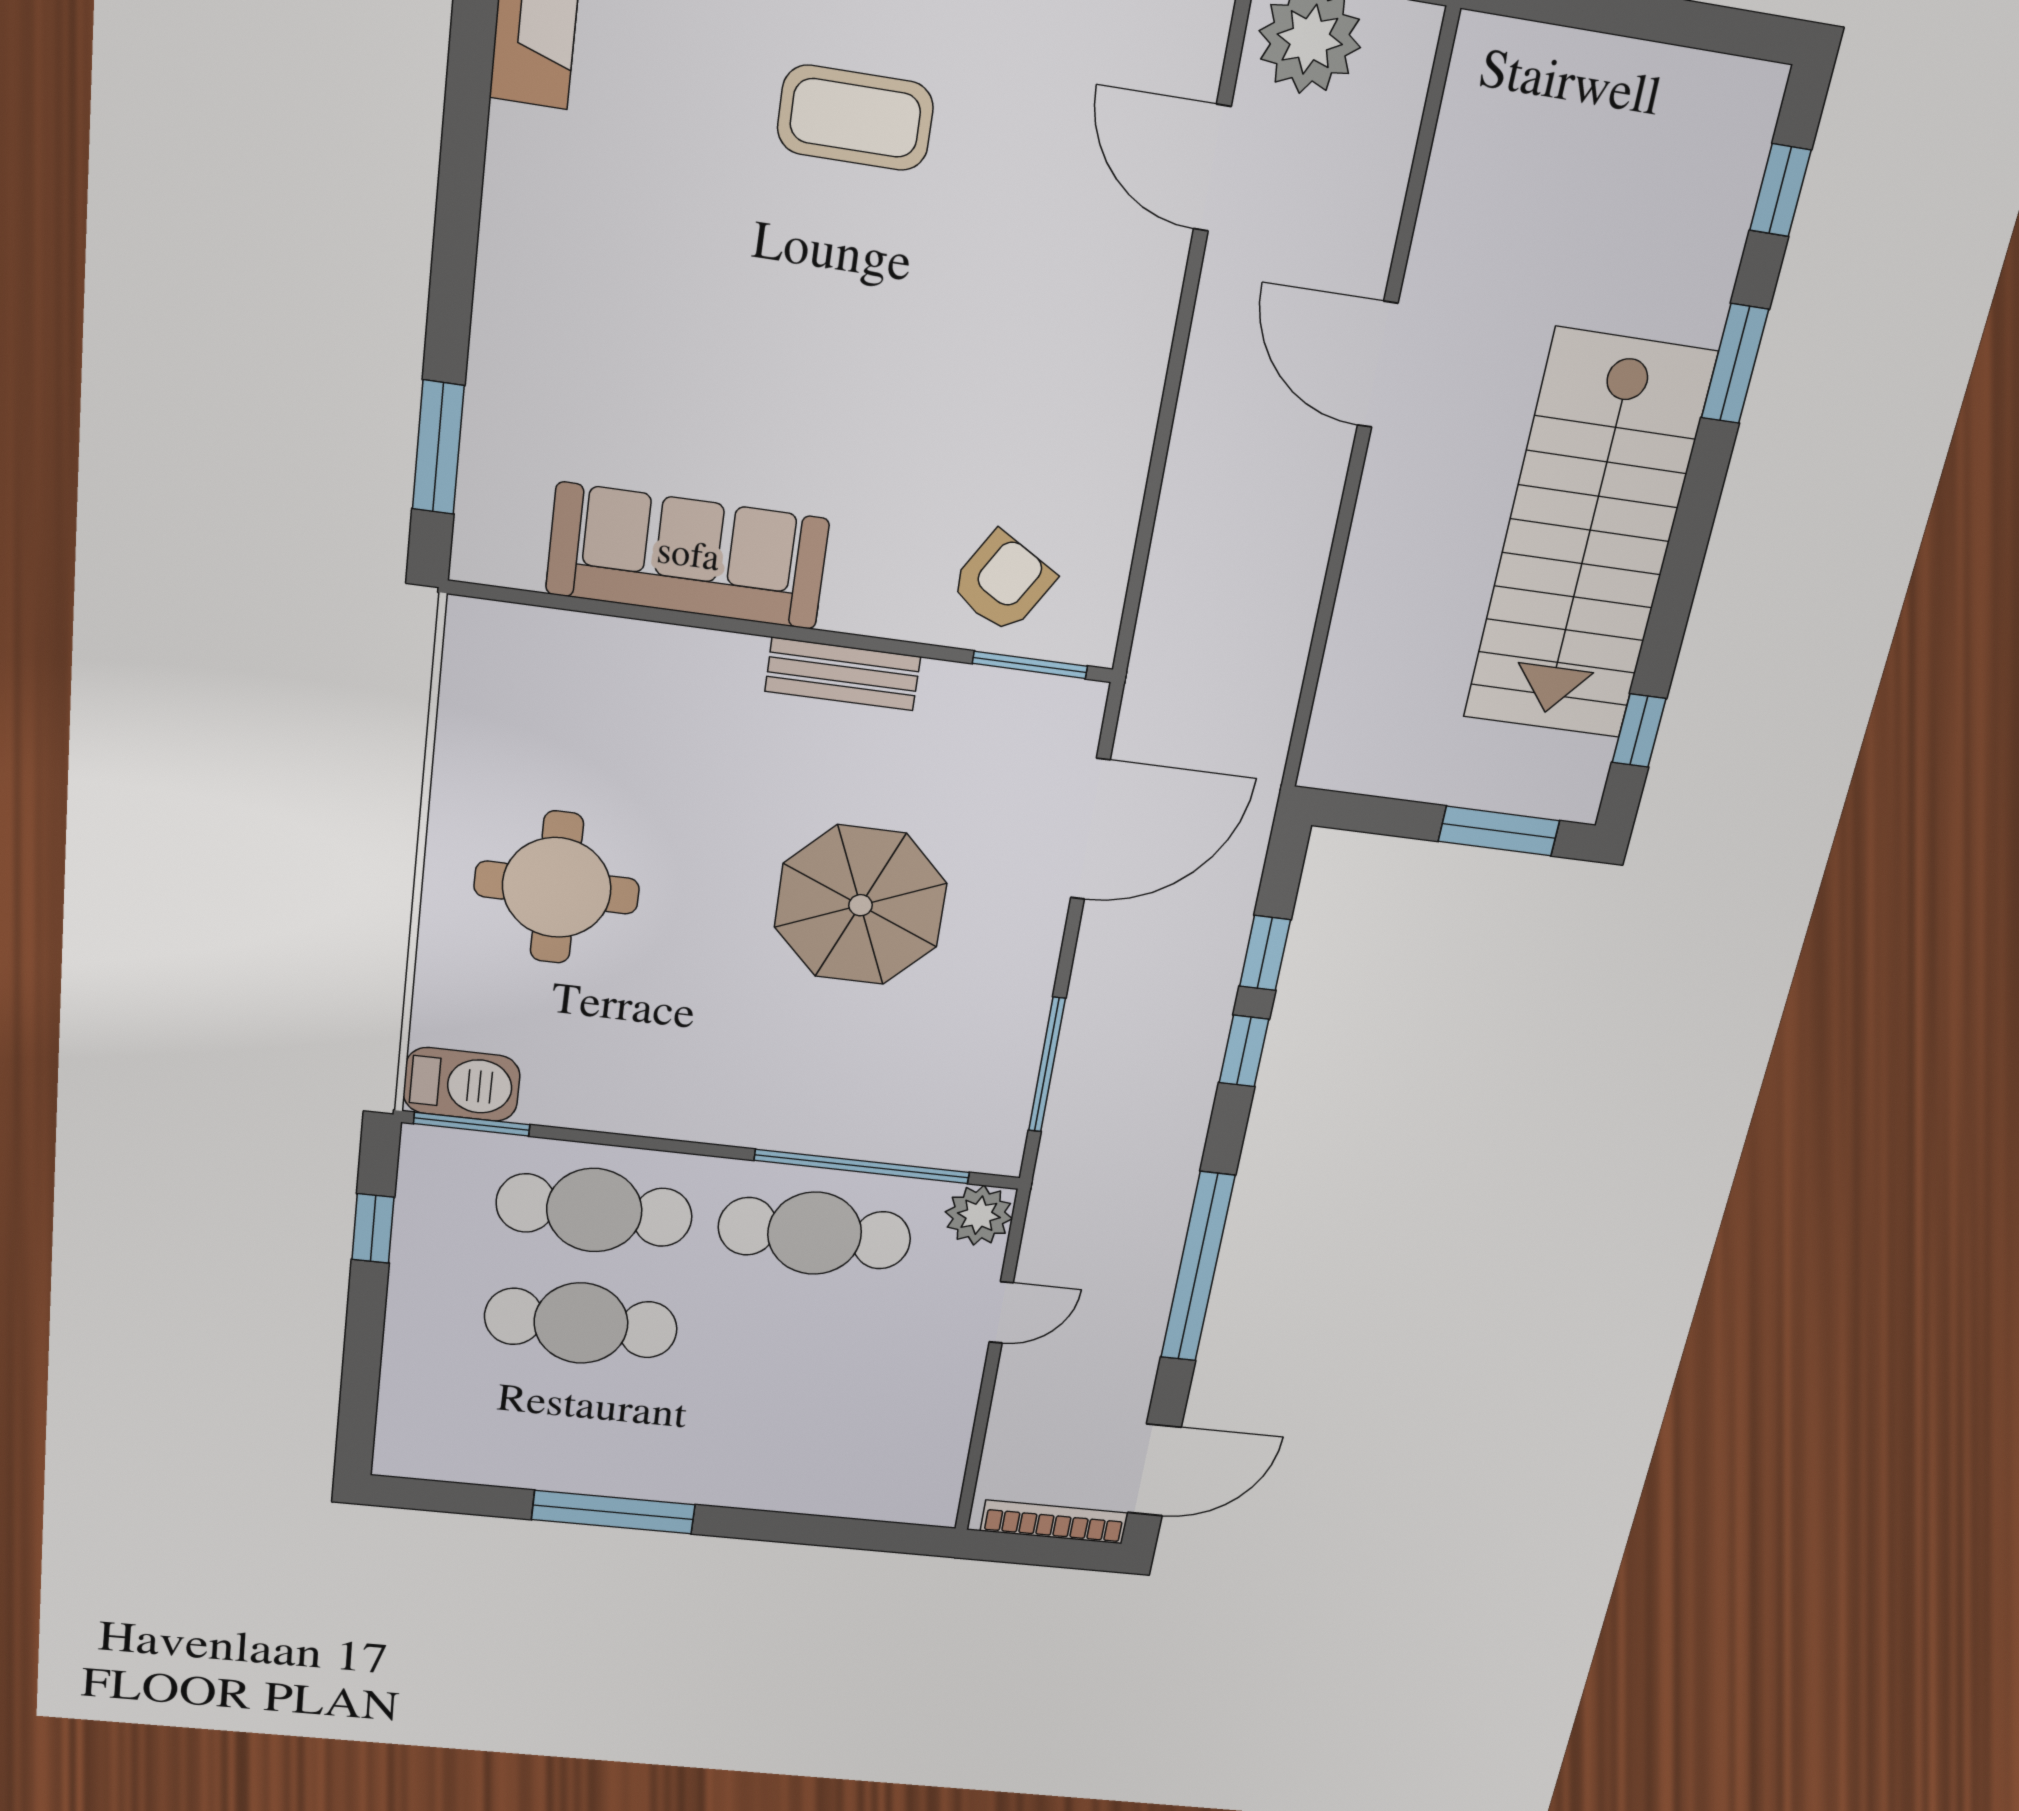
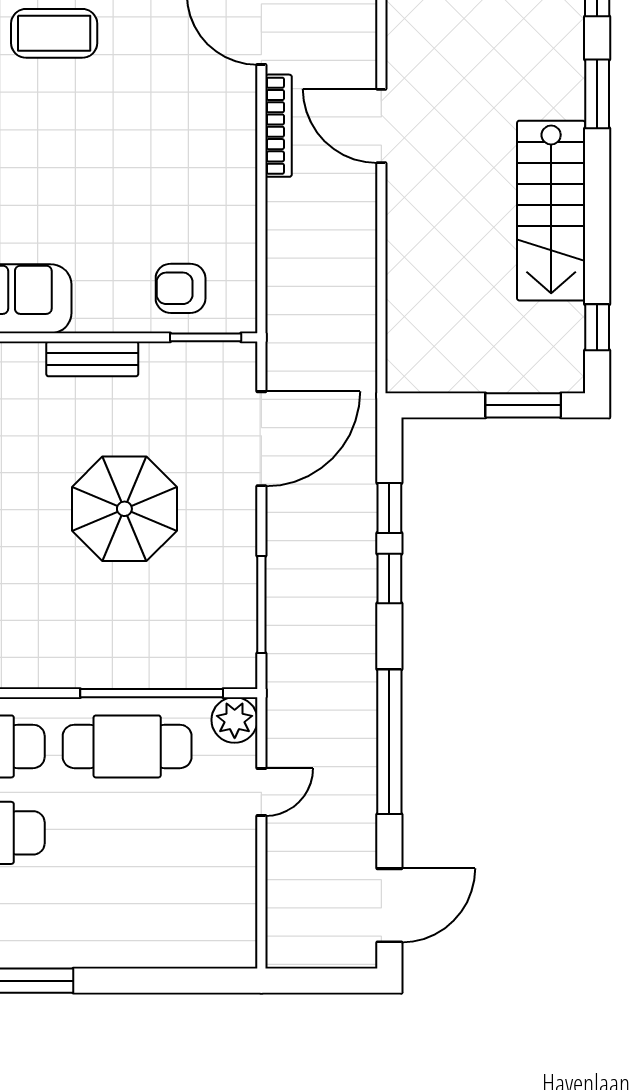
stairs: (1588, 538) -> (551, 211), width x0.73, depth x0.66
armchair: (1003, 582) -> (181, 288), turned -121
bookcase: (1054, 1522) -> (279, 126), moved, turned 90

